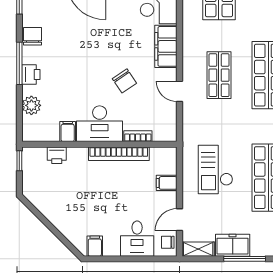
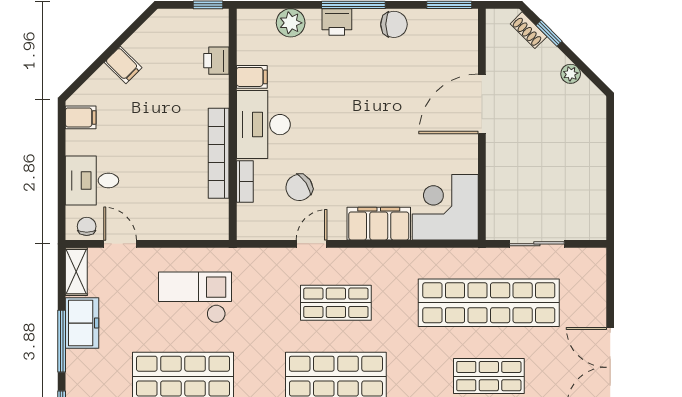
chair: (124, 81) -> (299, 187), moved
filing cabinet: (167, 183) -> (123, 65), moved, turned 135

